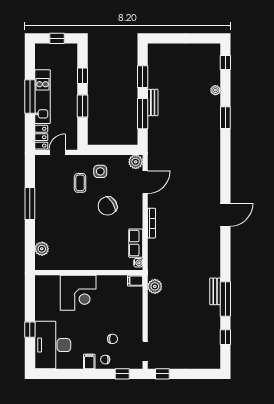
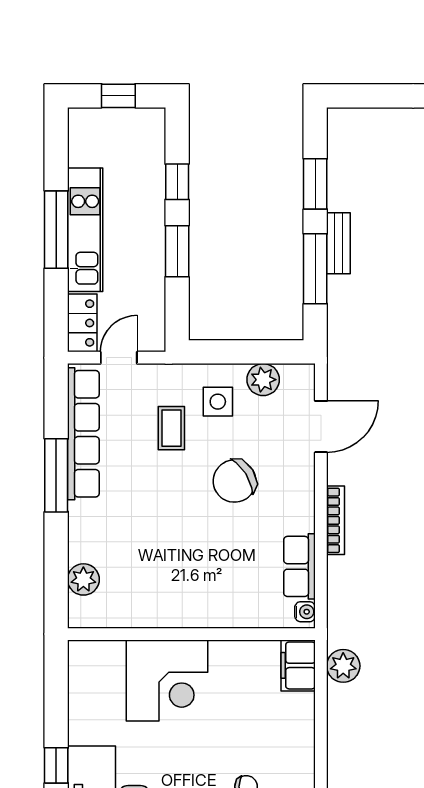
plant: (136, 162) -> (263, 380), moved
row of seats: (42, 185) -> (83, 434), added
filing cabinet: (135, 281) -> (298, 665), width x2.00

